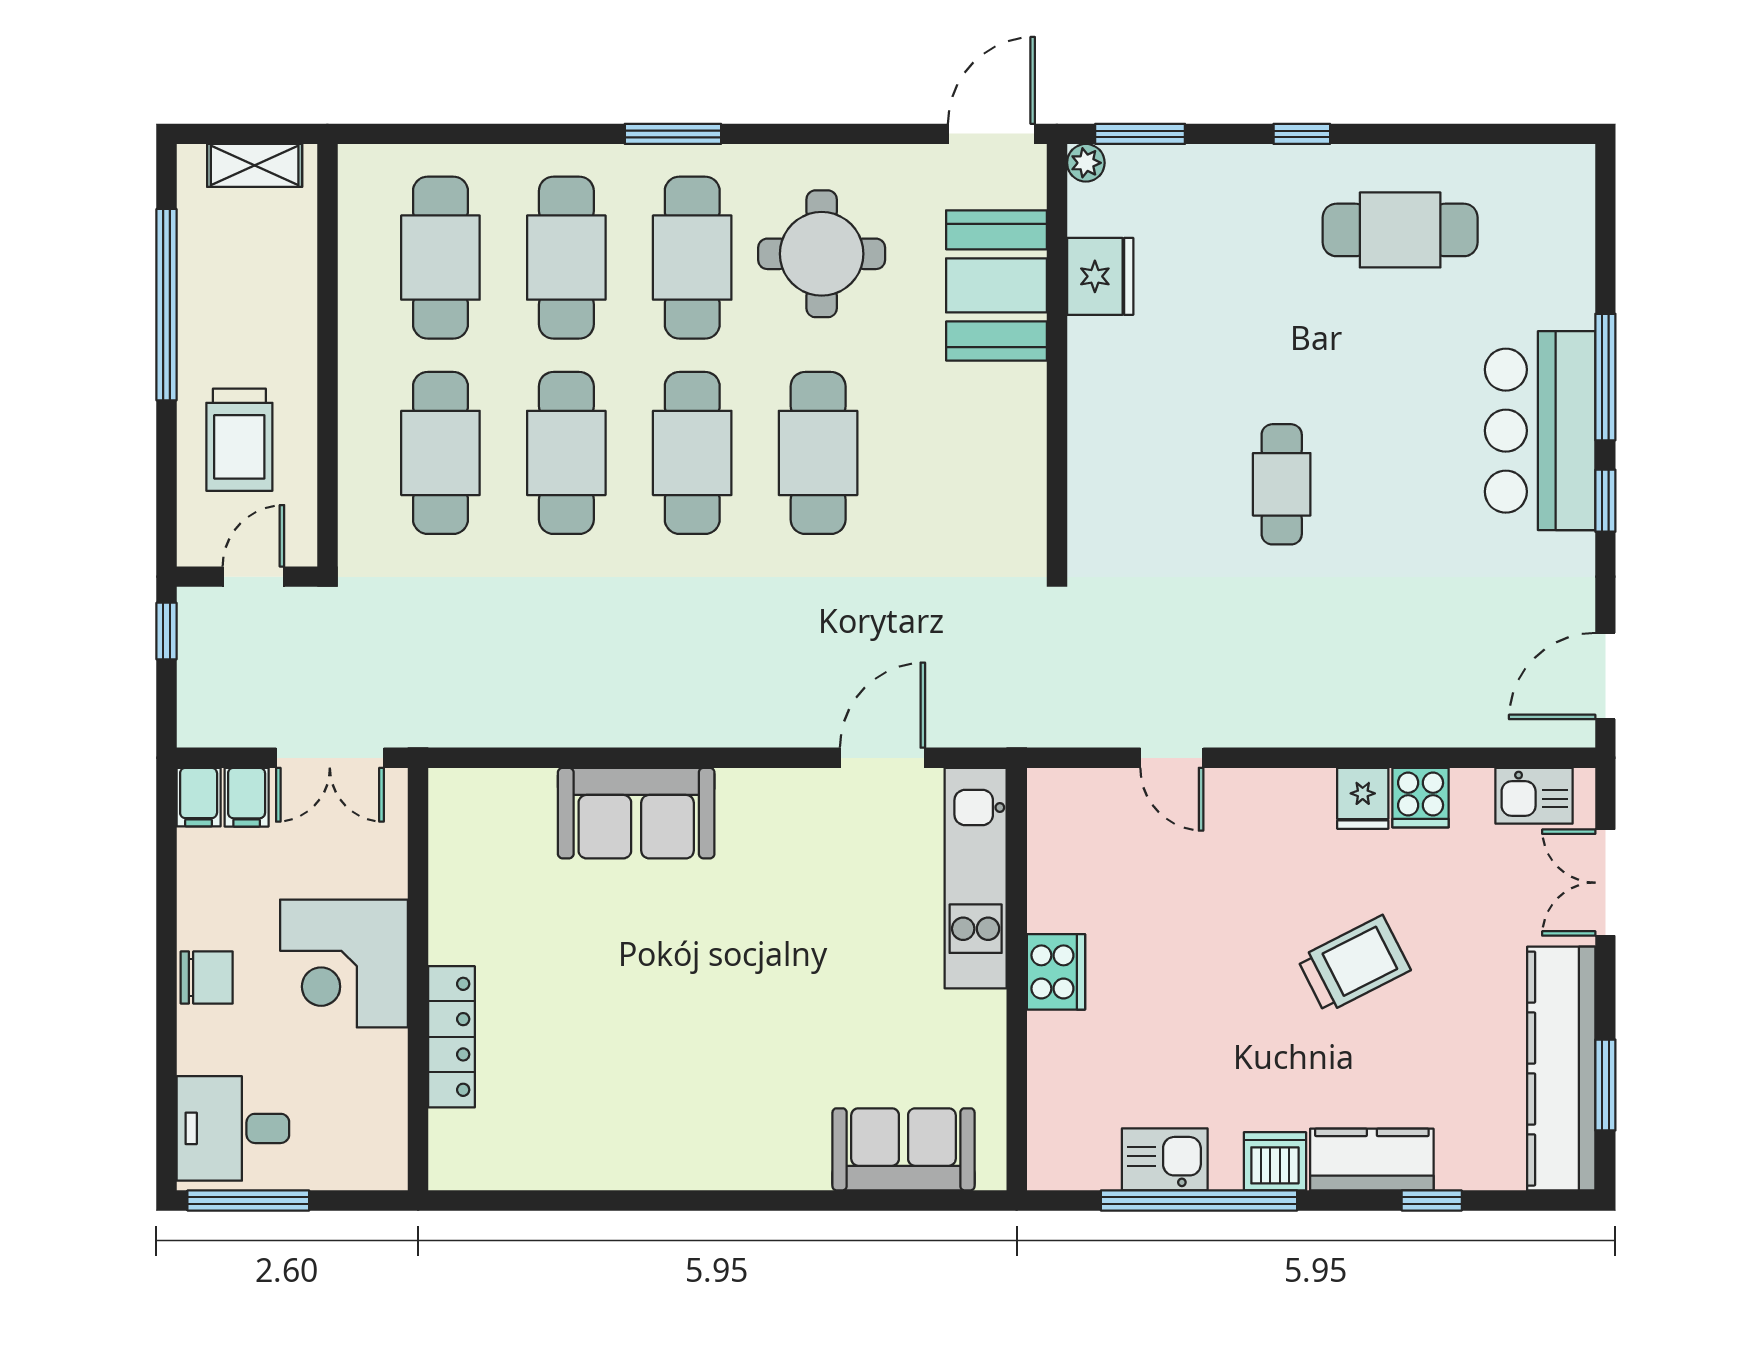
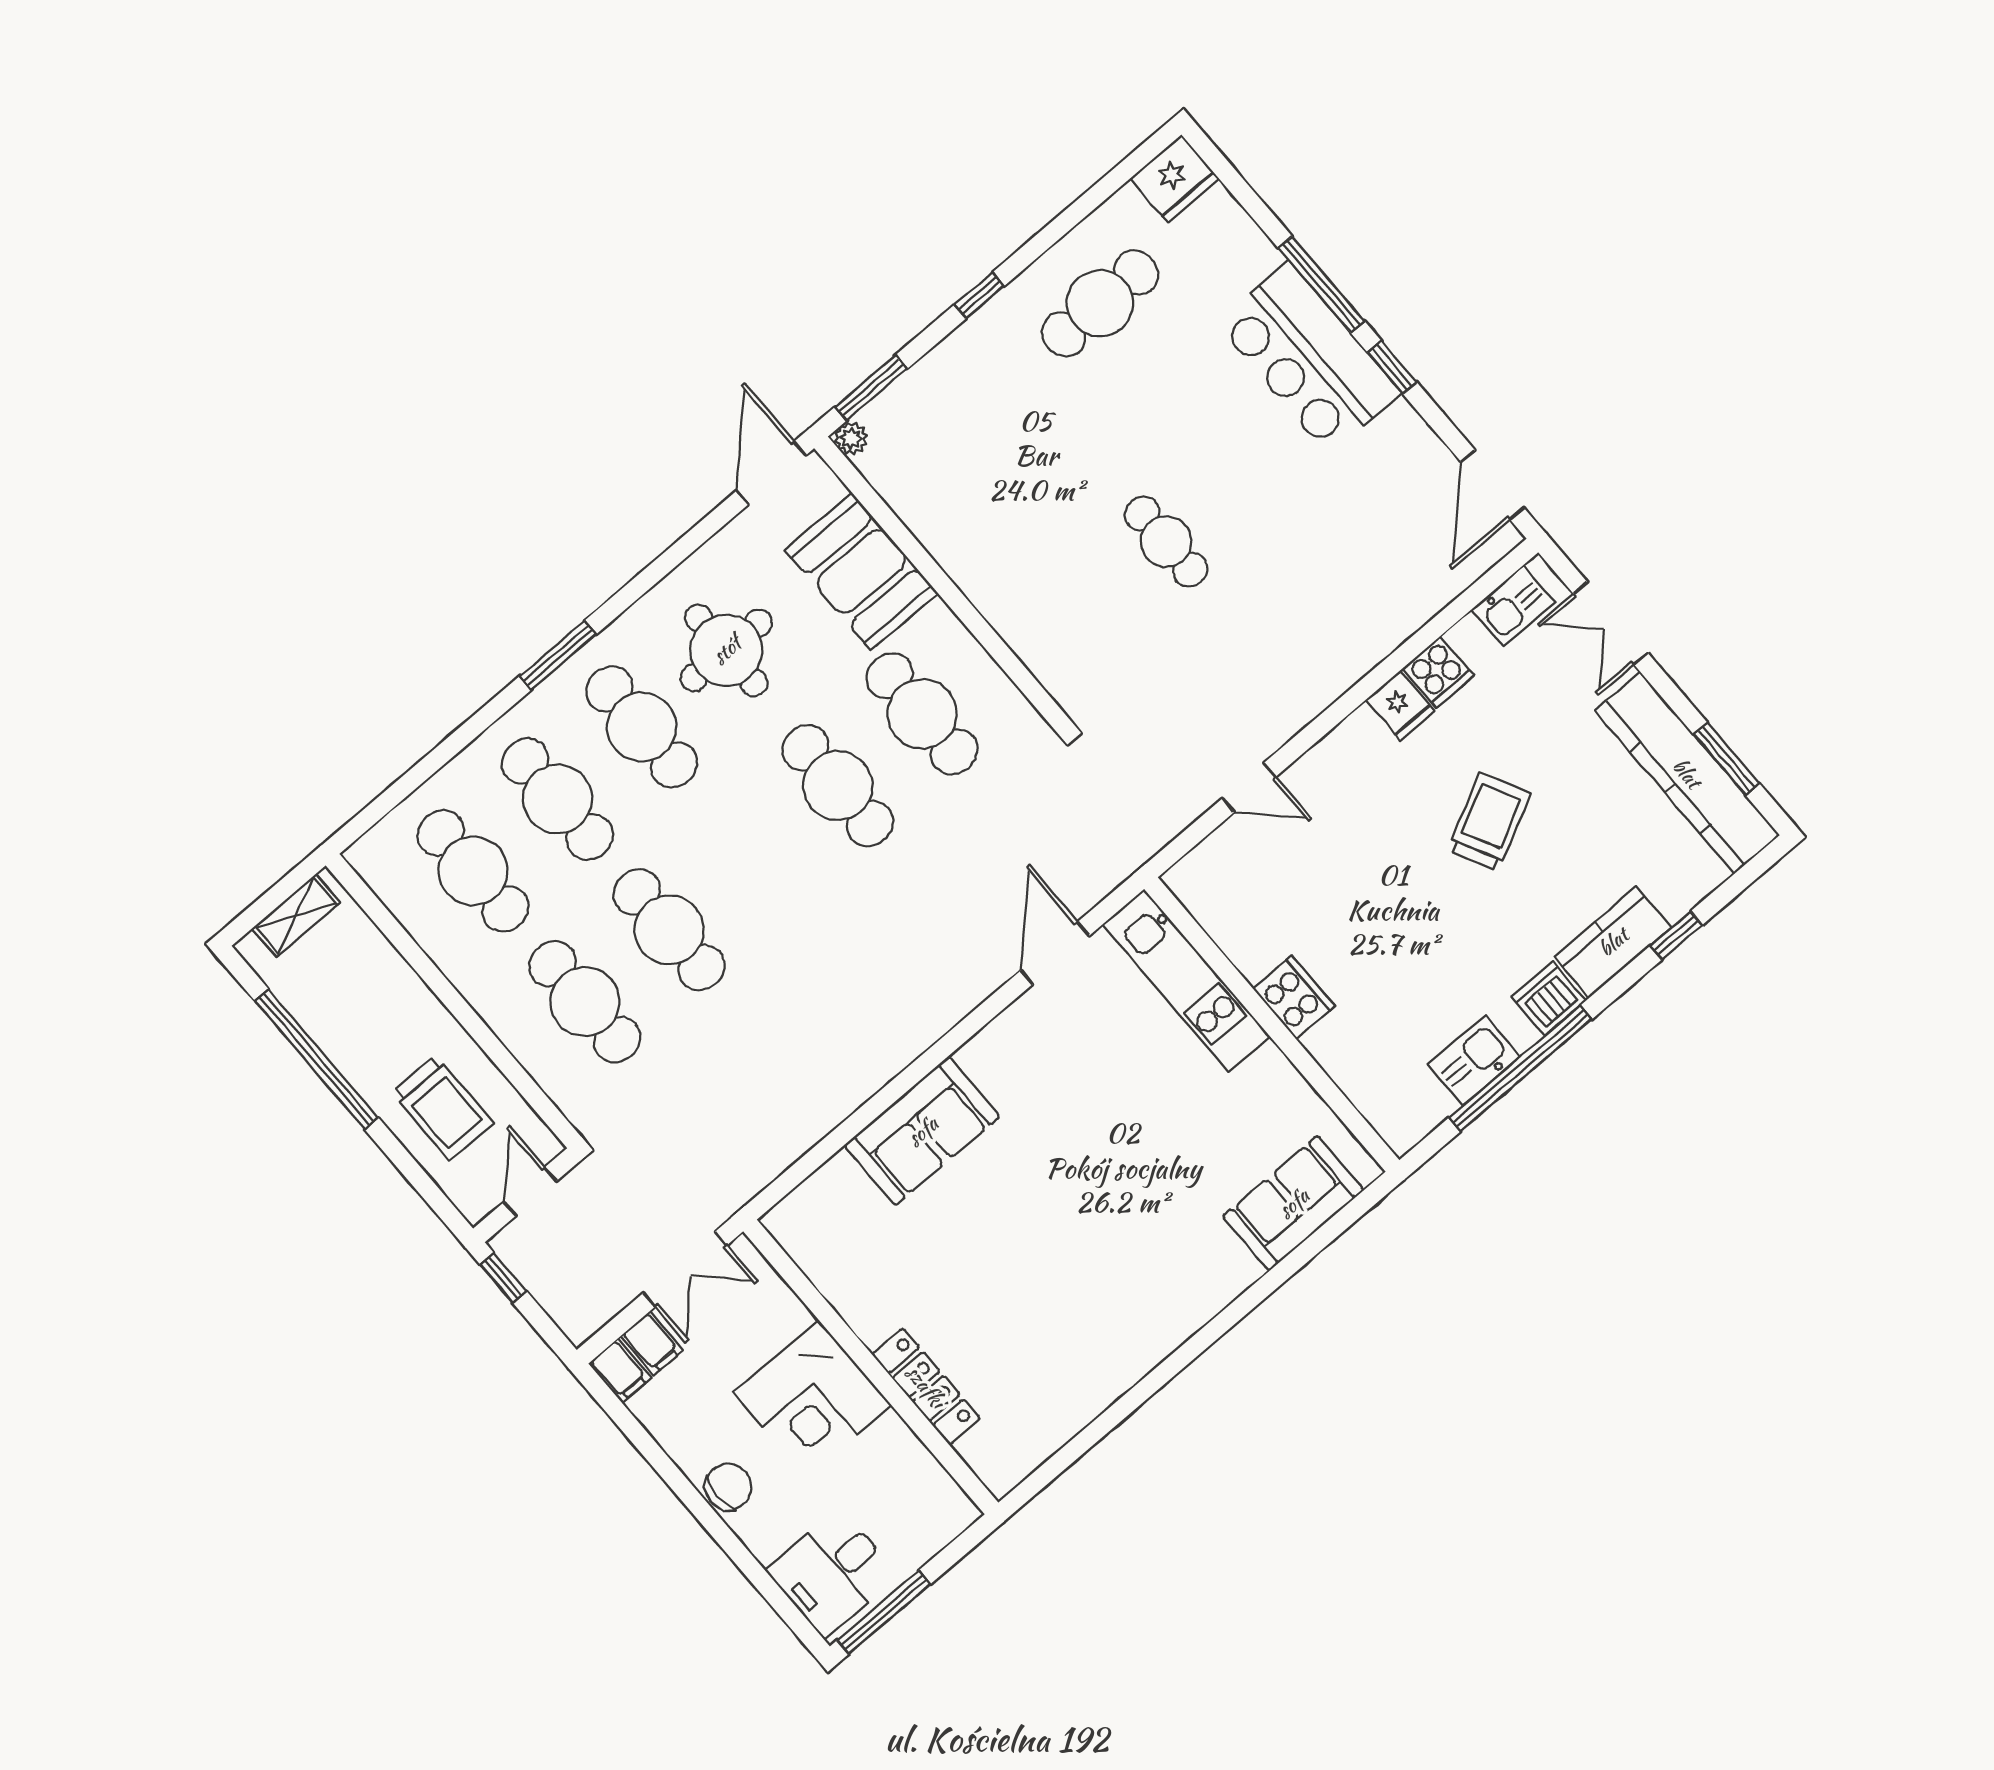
fridge: (1100, 276) -> (1175, 179), moved, turned 90
cafe table: (692, 453) -> (922, 714), moved

